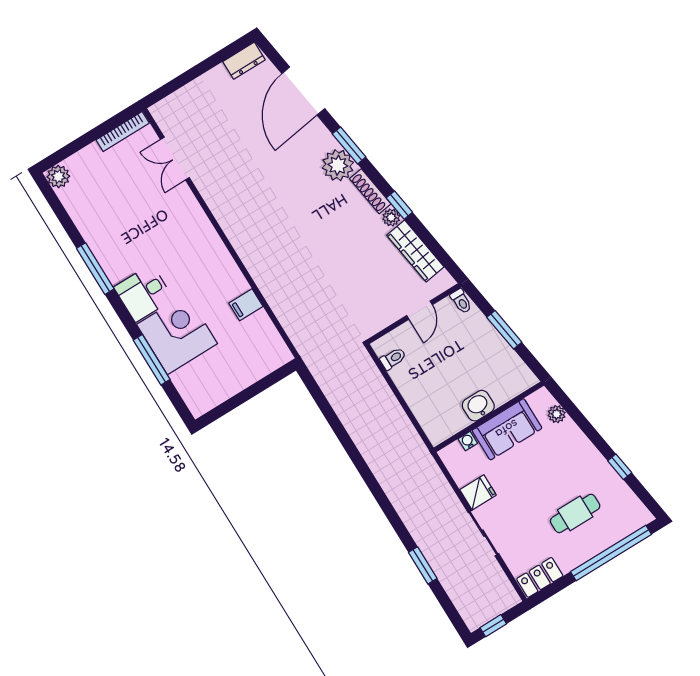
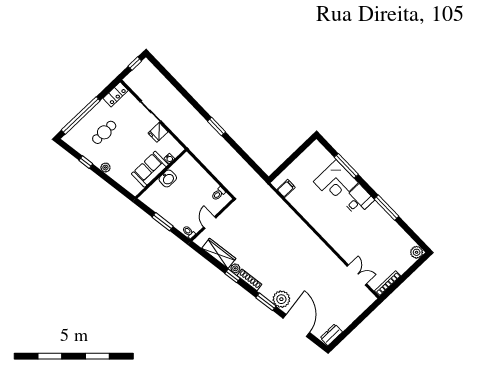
plant: (338, 165) -> (281, 299), moved
filing cabinet: (246, 305) -> (286, 188), moved
plant: (557, 414) -> (105, 168), moved
window: (423, 565) -> (217, 127), moved

